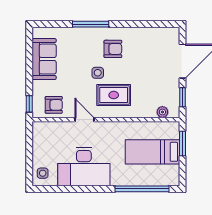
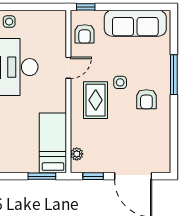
sofa: (44, 59) -> (135, 23), width x1.36
bed: (152, 152) -> (53, 143), moved

